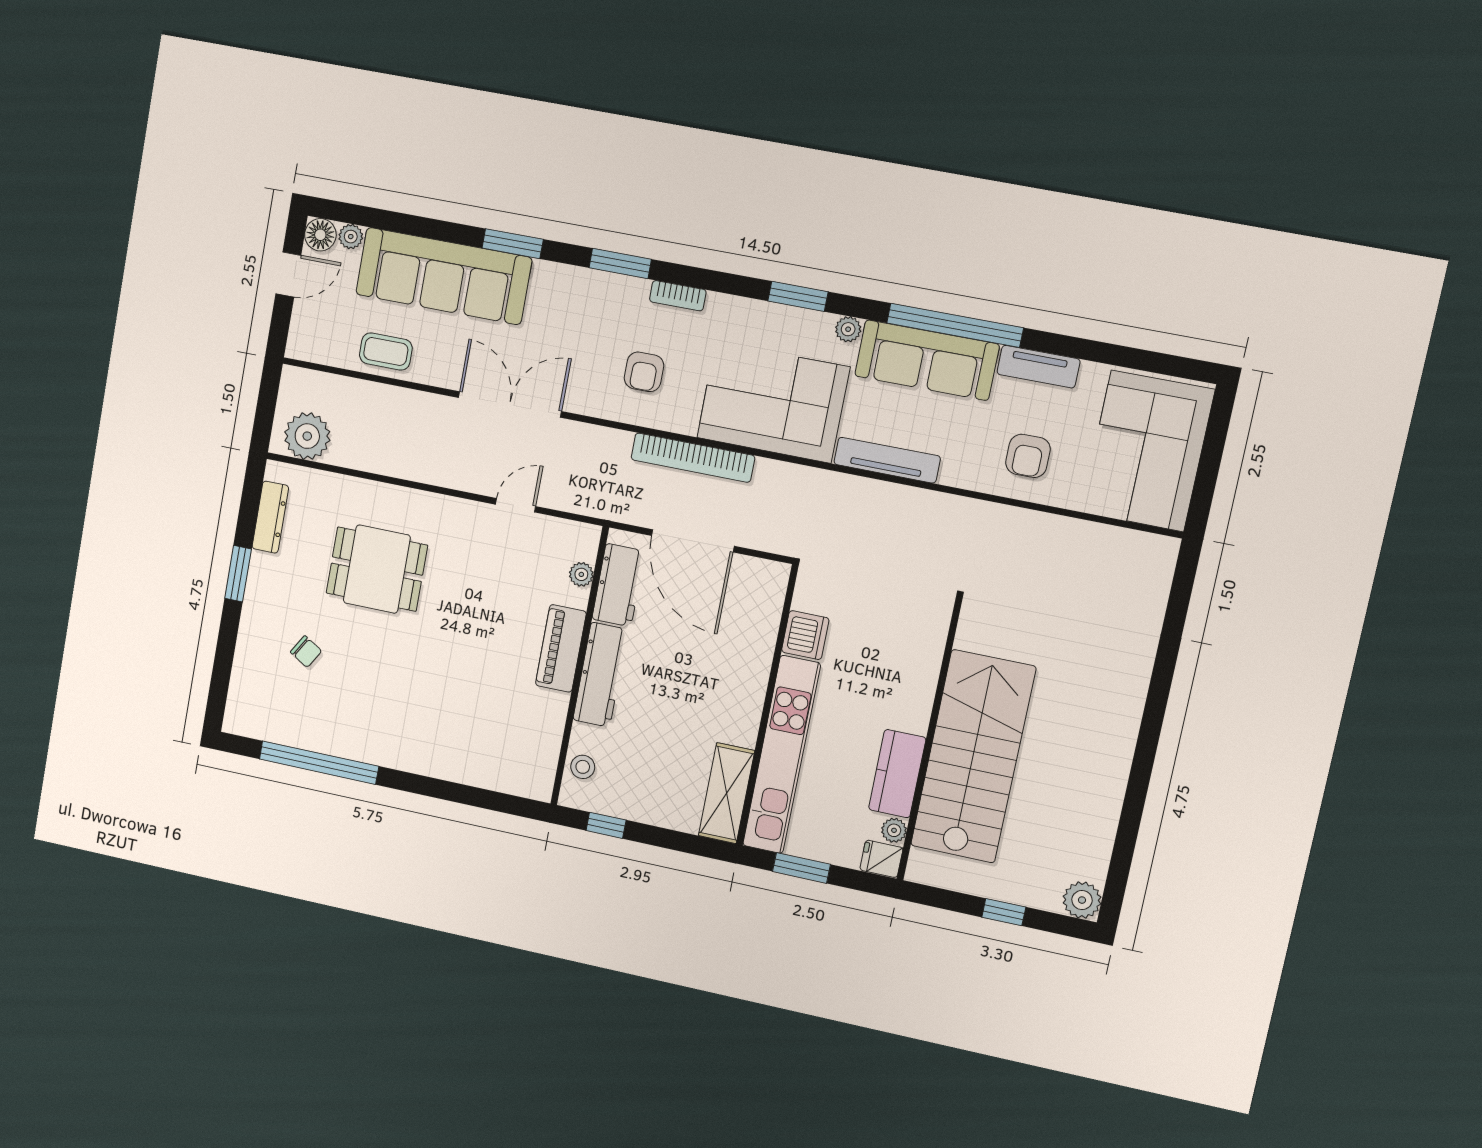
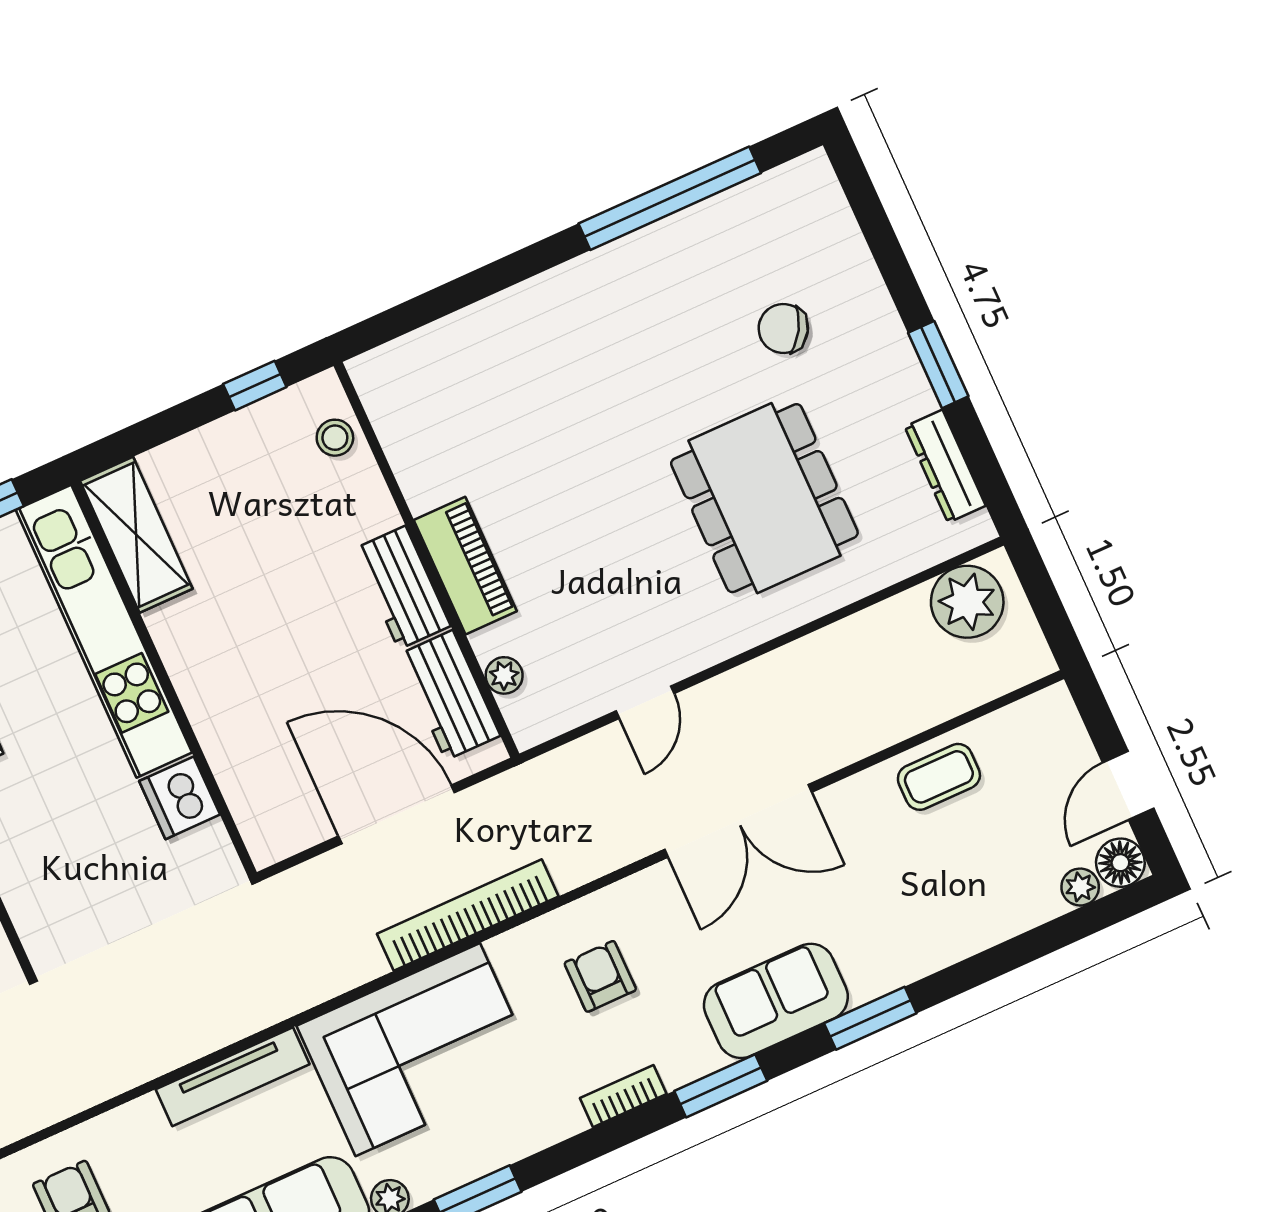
sofa: (444, 276) -> (776, 1001), moved, width x0.54, depth x0.79
dining table: (377, 569) -> (764, 498), width x1.38
chair: (306, 652) -> (783, 329), width x1.37, depth x1.37
workbench: (600, 675) -> (402, 587), width x0.73

